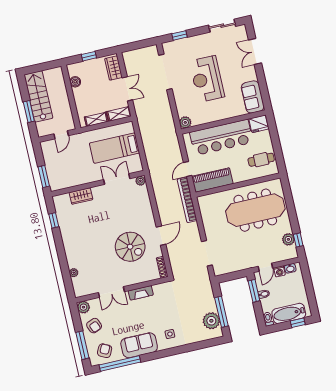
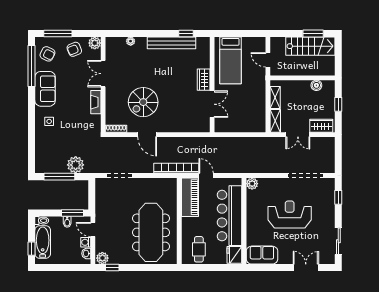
window: (29, 111) -> (313, 33), moved
bed: (115, 148) -> (231, 60), moved, turned 180
window: (44, 176) -> (231, 33), removed
plant: (140, 181) -> (205, 127), removed
wardrobe: (81, 196) -> (204, 80), moved
bench: (66, 232) -> (171, 43), added
plant: (288, 239) -> (102, 258), moved
plant: (211, 321) -> (76, 165), moved

